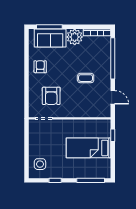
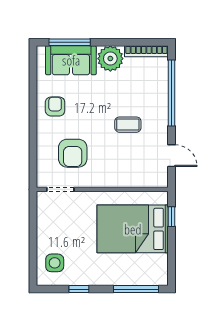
bed: (88, 148) -> (133, 229), width x1.50

